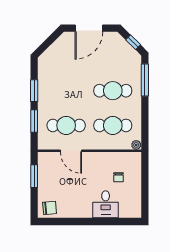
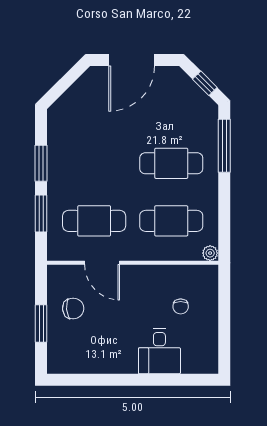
window: (34, 176) -> (41, 323), moved
chair: (50, 208) -> (73, 309), moved

